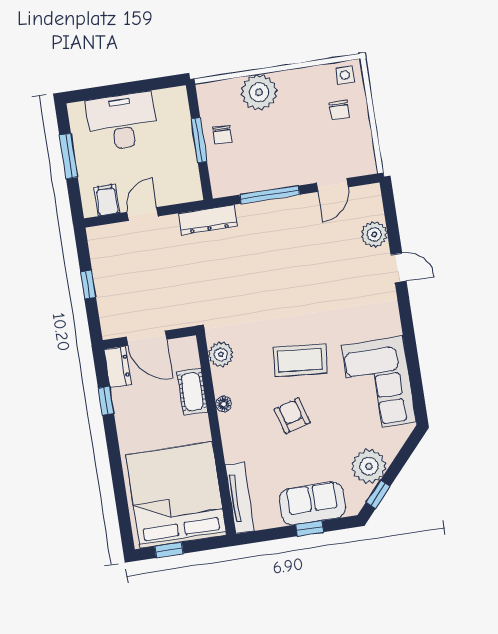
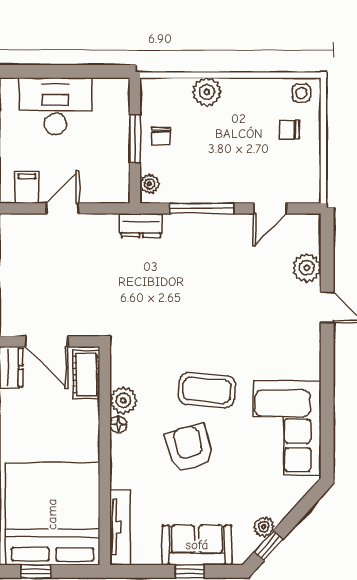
plant: (259, 92) -> (207, 92), width x0.73, depth x0.73
chair: (339, 110) -> (290, 129), turned 90
plant: (219, 180) -> (149, 184), added
dresser: (208, 220) -> (141, 225), width x0.70
plant: (221, 354) -> (123, 400), moved
cot: (192, 392) -> (87, 375), moved
armchair: (292, 416) -> (189, 448), width x1.38, depth x1.38
plant: (369, 466) -> (264, 527), width x0.53, depth x0.53

